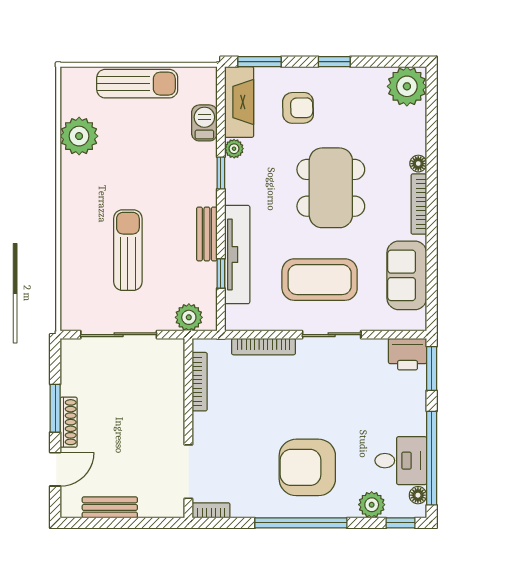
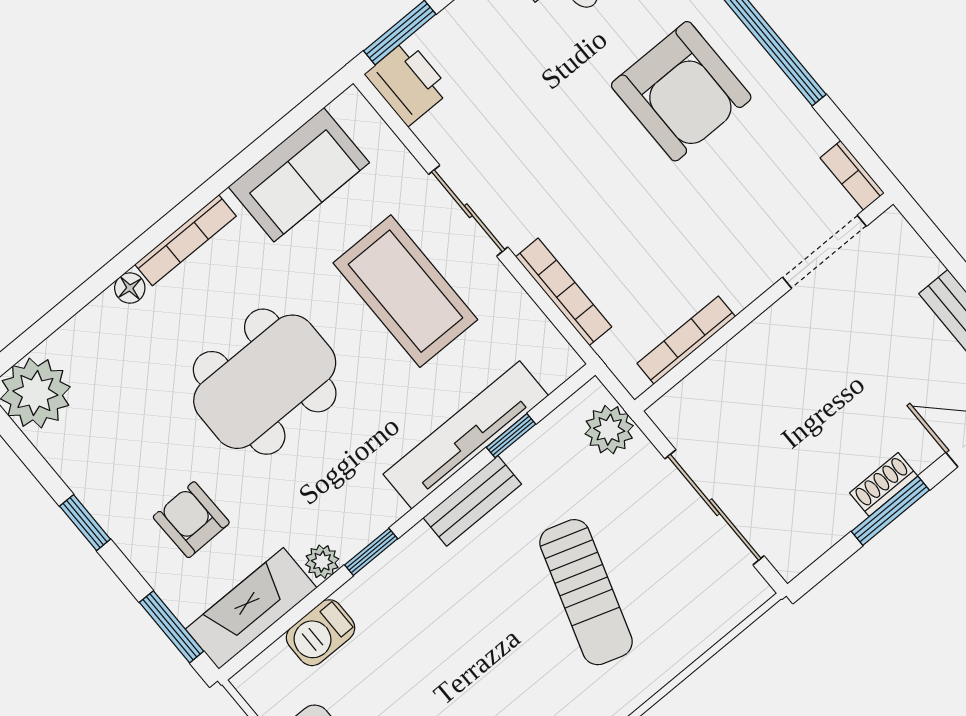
sun lounger: (128, 250) -> (586, 592), turned -72
shoe rack: (69, 422) -> (884, 485), width x0.70

